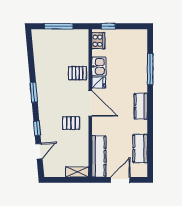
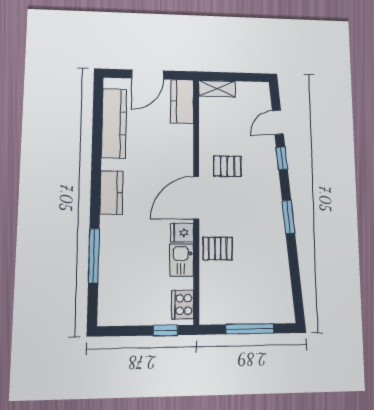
door: (90, 103) -> (196, 198), hinge flipped
kitchen counter: (140, 149) -> (114, 123), width x1.50
kitchen counter: (99, 156) -> (182, 101), width x0.67

